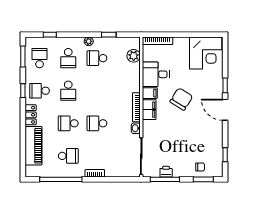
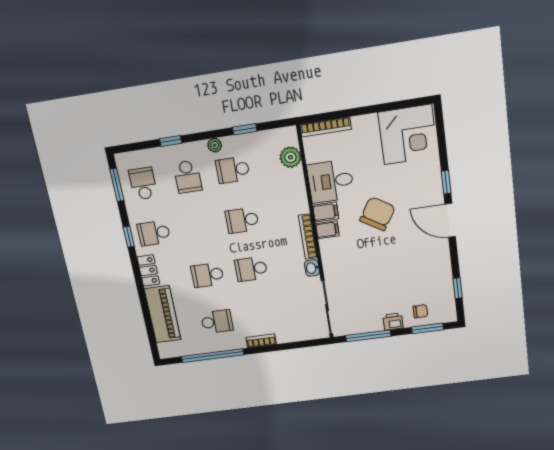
window: (50, 35) -> (171, 141), moved
school desk: (68, 91) -> (242, 220), moved, turned 90
filing cabinet: (149, 110) -> (327, 230), width x0.50
printer: (166, 172) -> (393, 322), moved

